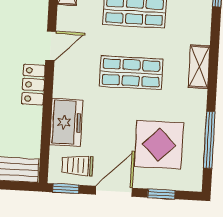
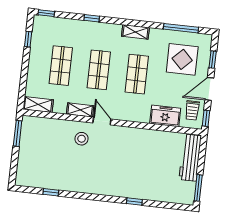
door: (51, 46) -> (102, 121), moved
locker: (33, 85) -> (141, 135), removed
door: (114, 191) -> (209, 89), hinge flipped

